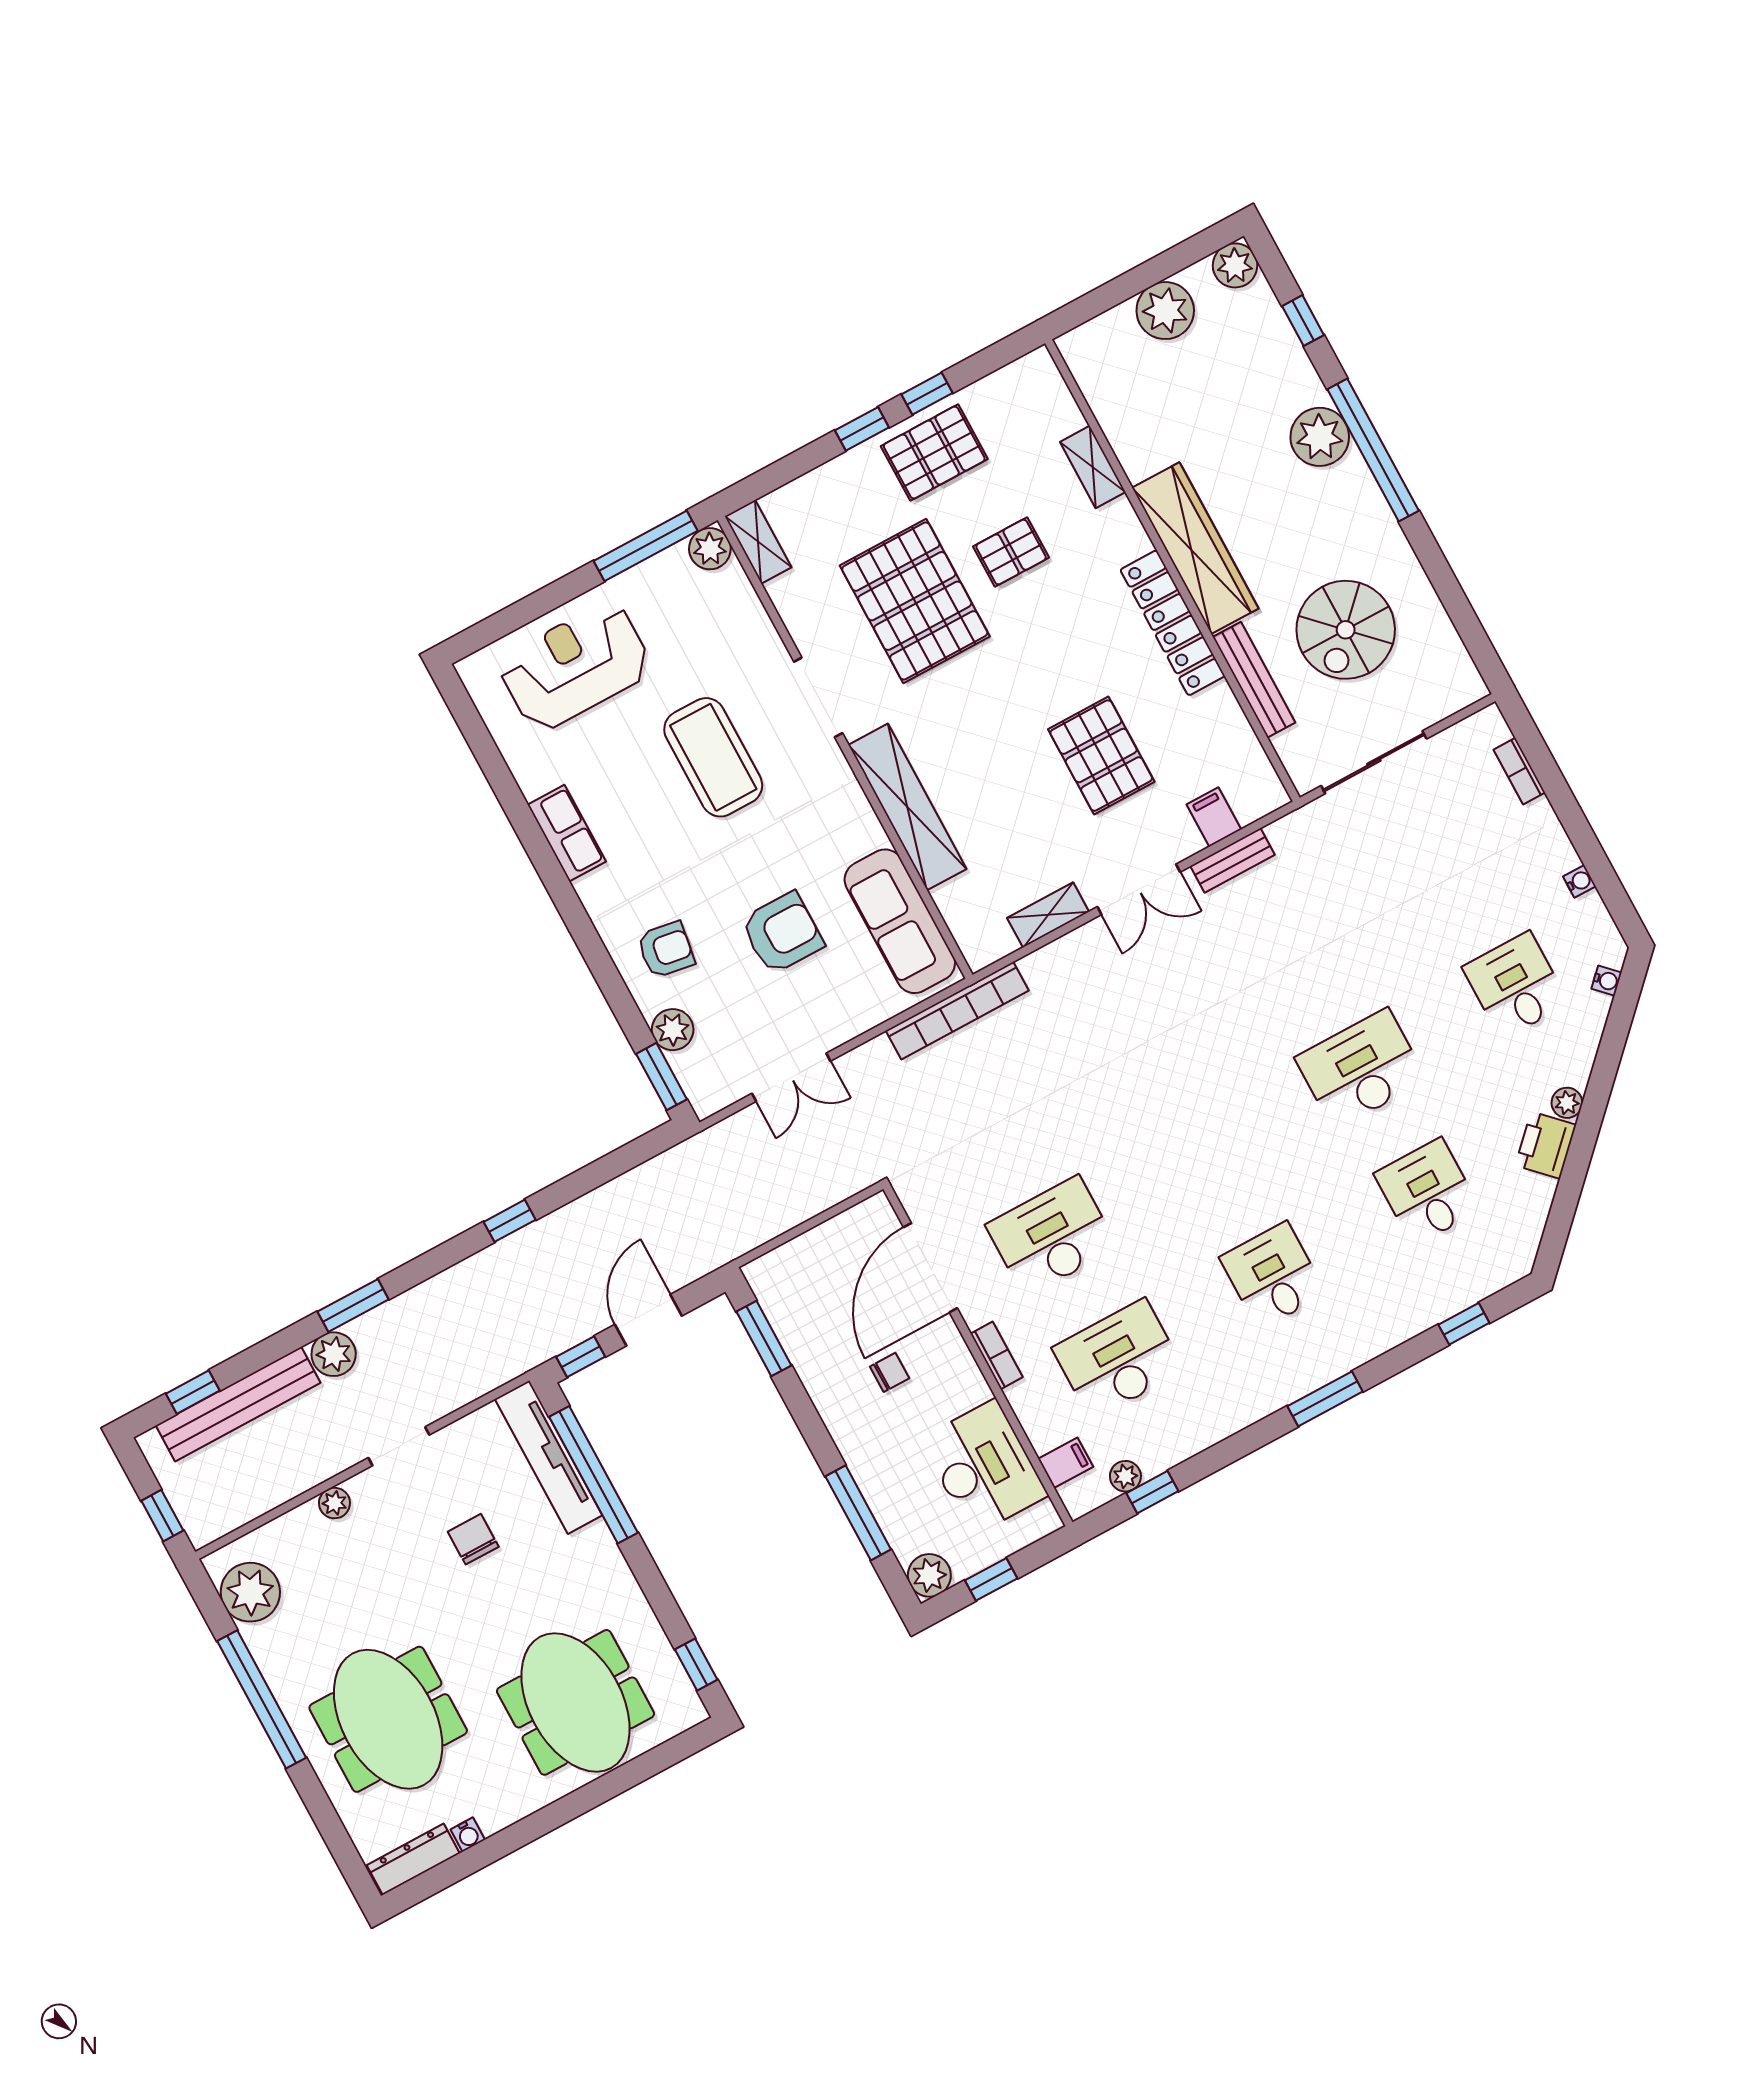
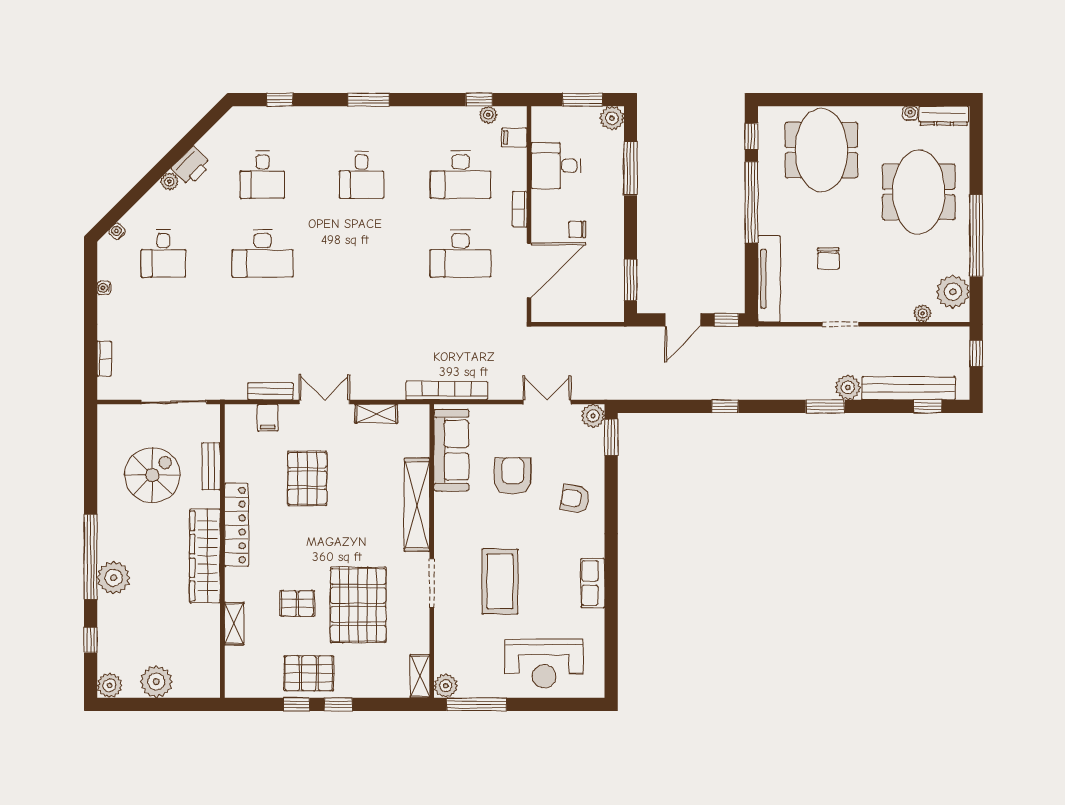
bench: (1254, 680) -> (211, 466), width x0.73
armchair: (782, 933) -> (513, 476), turned 90
plant: (673, 1030) -> (593, 416), moved
desk: (984, 1467) -> (556, 166), width x0.73
window: (593, 1475) -> (751, 202), moved
plant: (334, 1503) -> (923, 313), moved
window: (991, 1579) -> (582, 100), width x1.50

